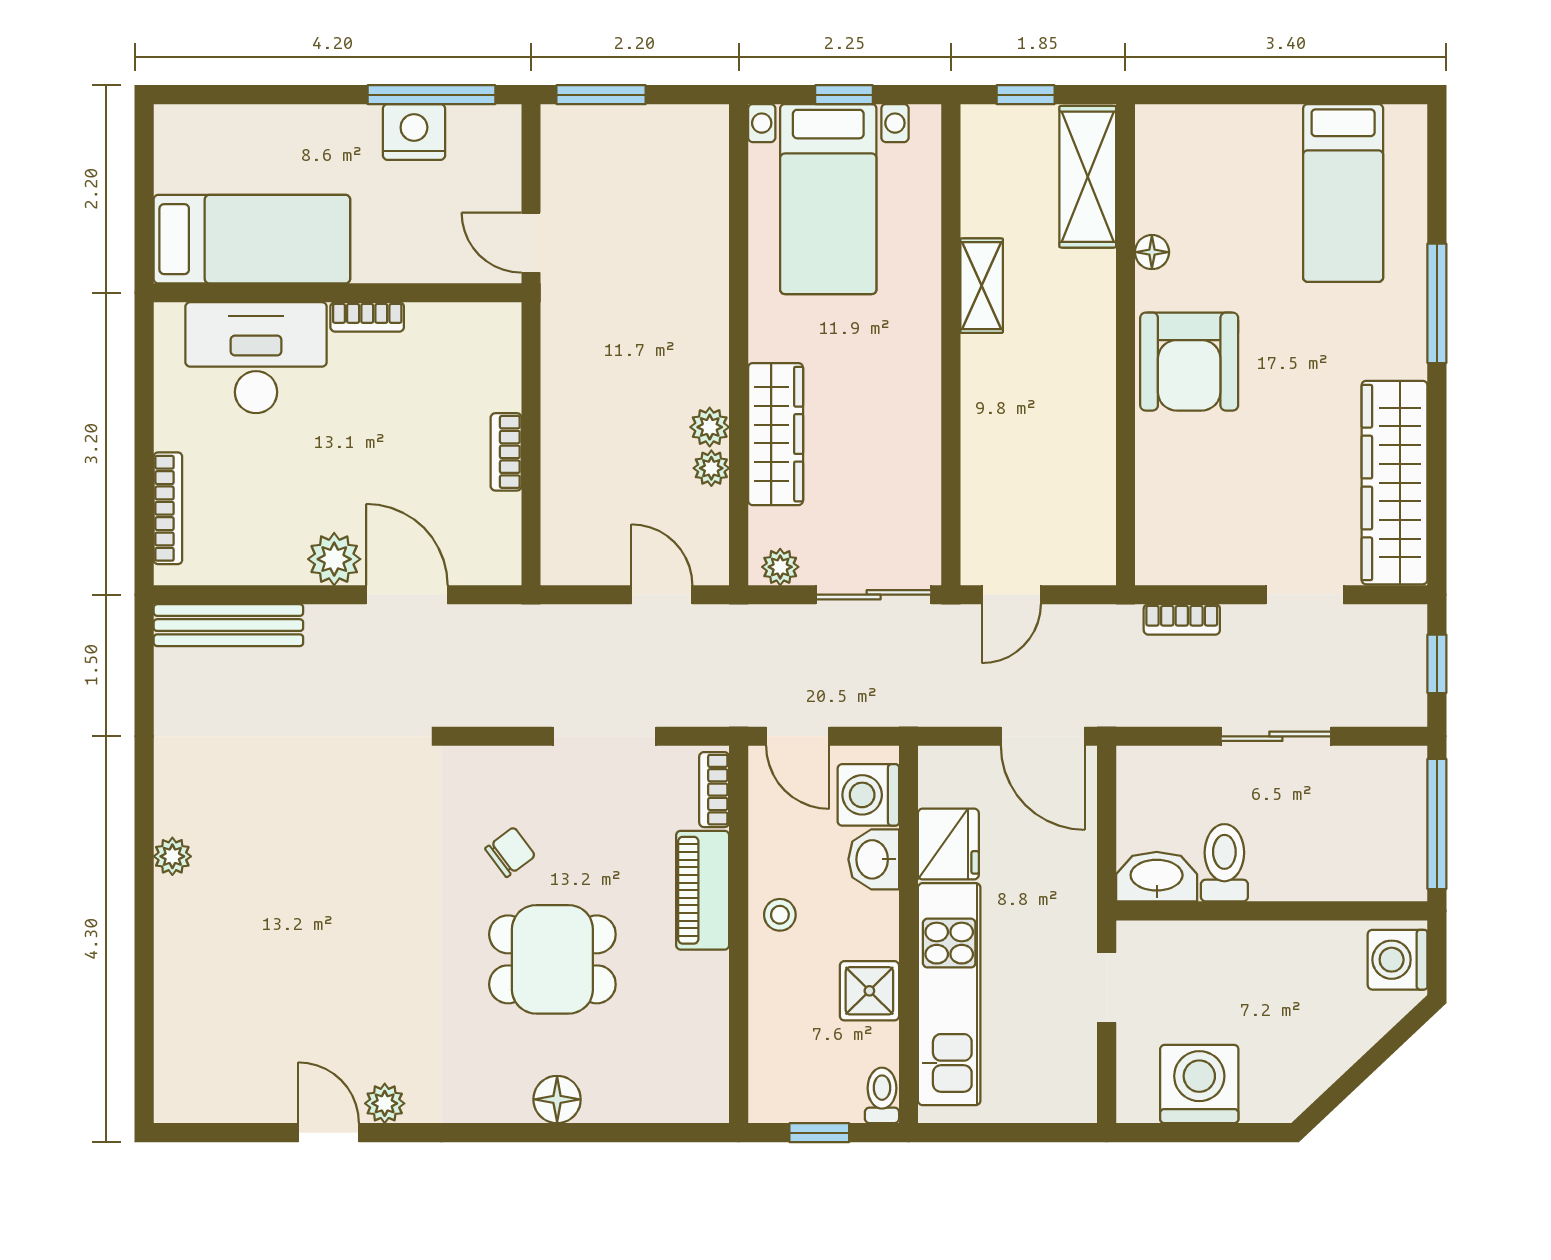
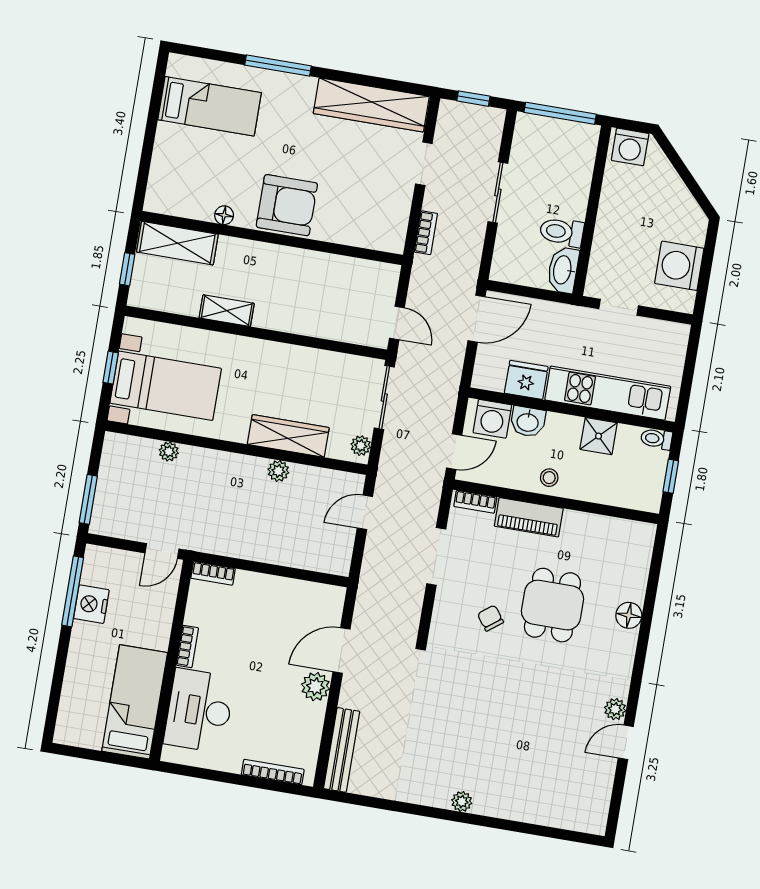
bookcase: (506, 452) -> (213, 573), moved
plant: (711, 468) -> (169, 452), moved

